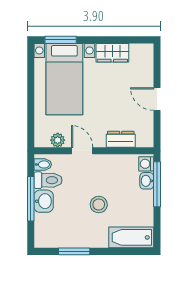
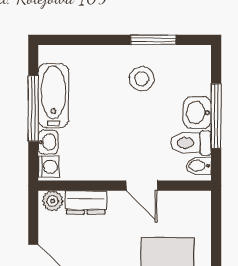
plant: (58, 140) -> (53, 201), moved
window: (157, 184) -> (33, 108), moved
stool: (99, 205) -> (142, 79), moved
bathtub: (131, 237) -> (53, 96), moved, turned -90

